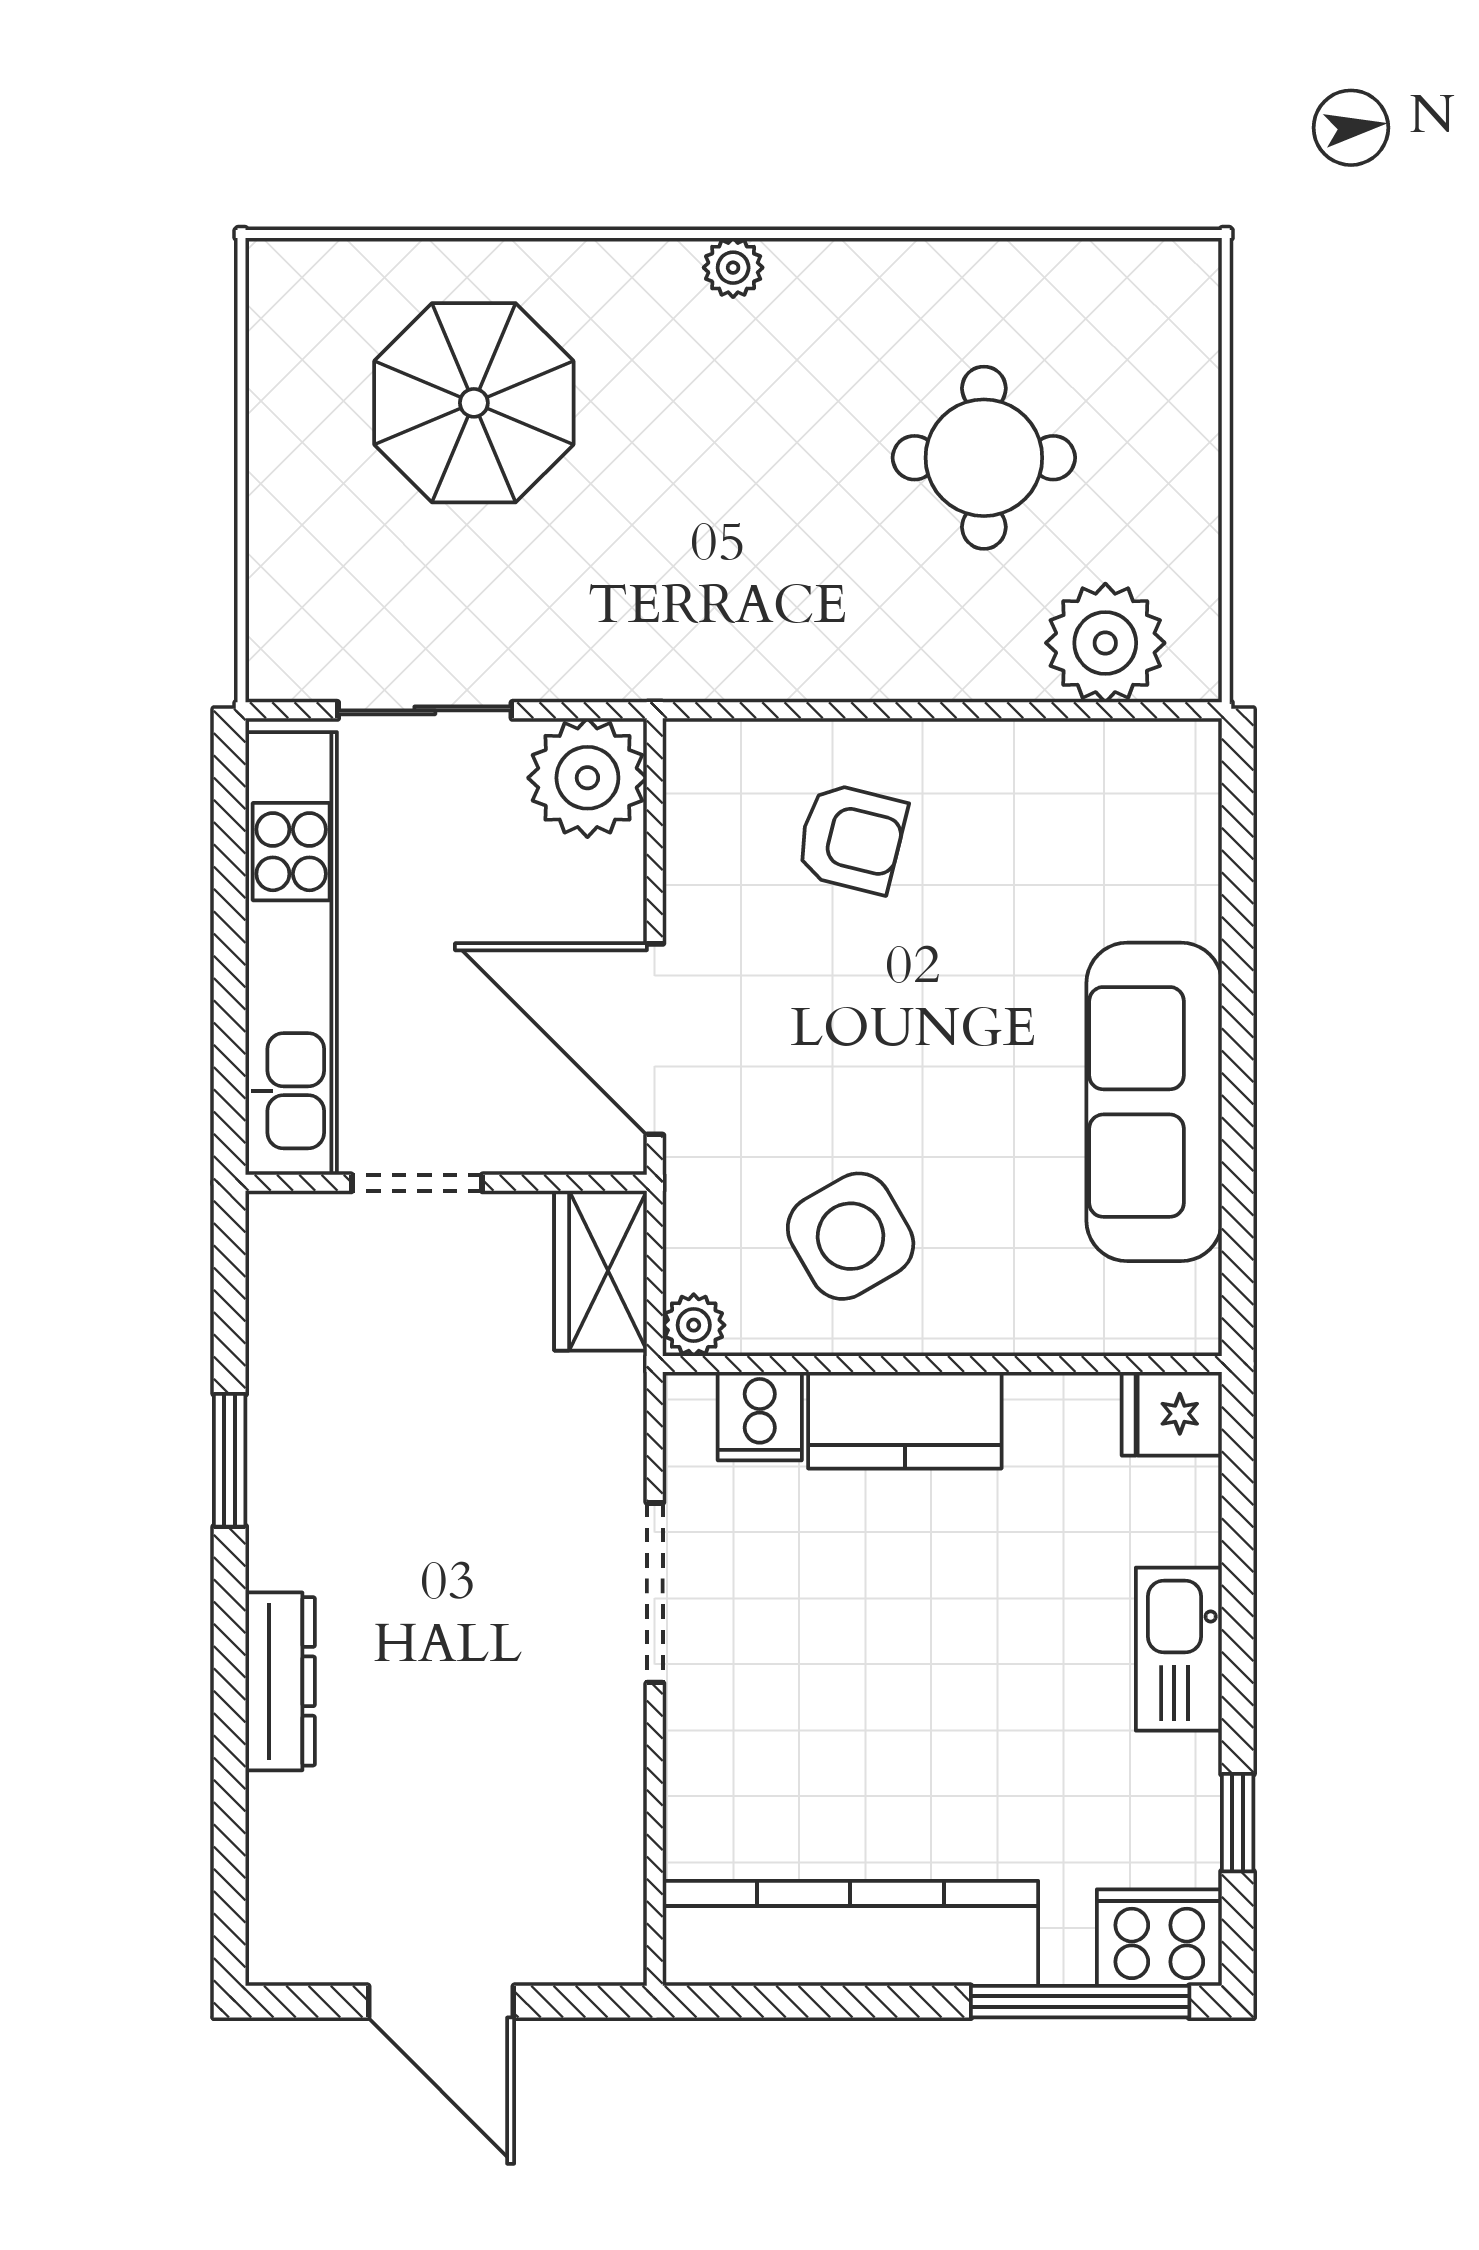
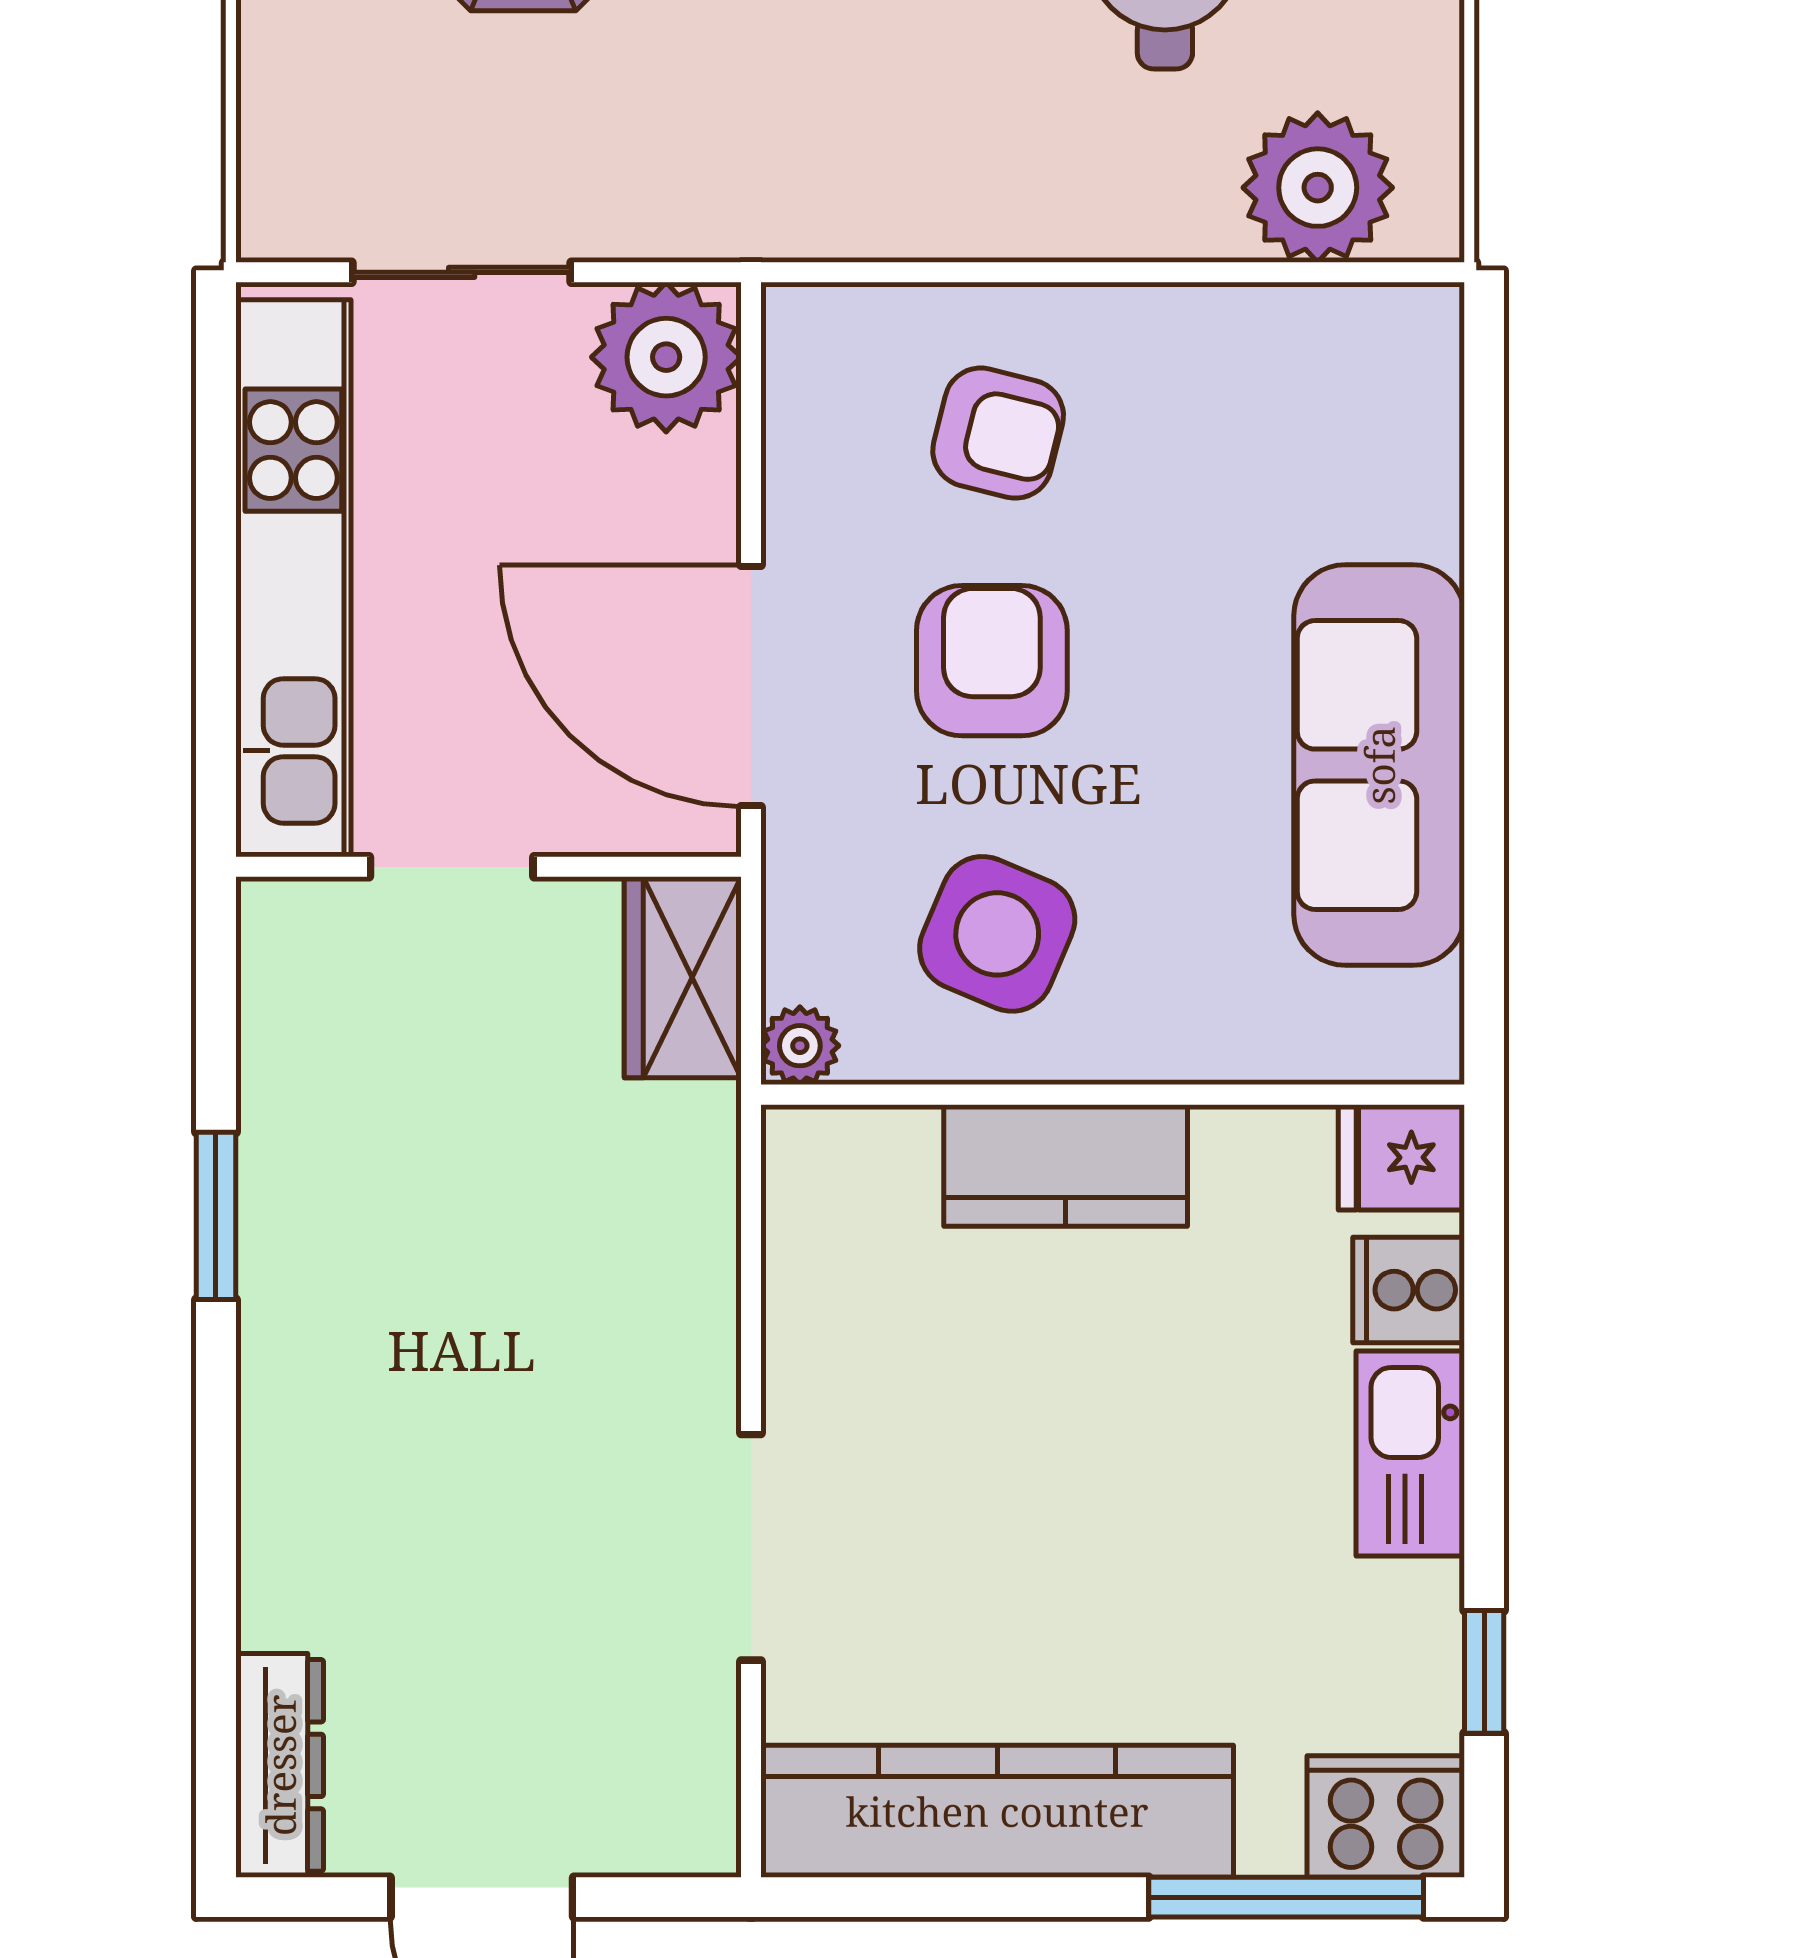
armchair: (846, 1019) -> (992, 661), added
side table: (851, 1236) -> (997, 934), turned -37
cooker: (760, 1416) -> (1409, 1290), moved, turned 90
doorway: (655, 1593) -> (751, 1547), moved
dresser: (280, 1681) -> (280, 1765), moved

